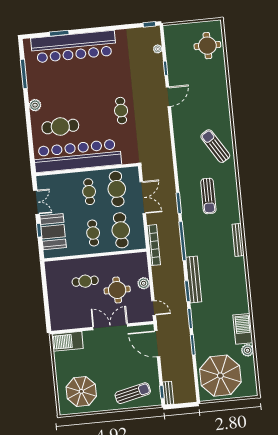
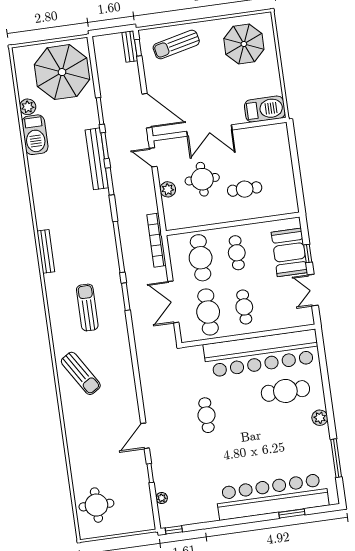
bench: (194, 279) -> (97, 159), moved

